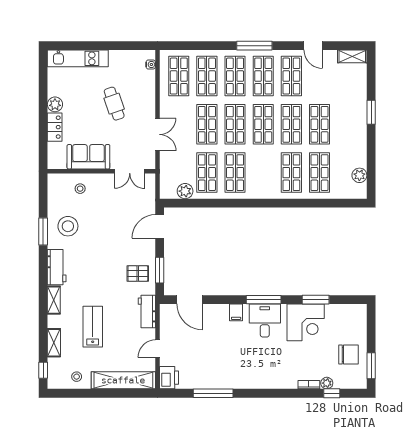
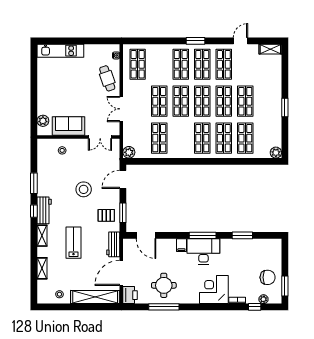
window: (254, 46) -> (196, 41), width x0.69
door: (313, 46) -> (241, 41), swing flipped
shop shelf: (207, 76) -> (159, 64), removed
plant: (55, 104) -> (43, 121), moved
cafe table: (114, 104) -> (107, 78), moved
window: (371, 112) -> (285, 107), moved
locker: (55, 127) -> (43, 103), removed
double door: (157, 134) -> (121, 109), swing flipped
shop shelf: (235, 173) -> (202, 138), moved
plant: (359, 175) -> (276, 153), moved
plant: (185, 191) -> (129, 152), moved
stool: (68, 226) -> (84, 189), moved
desk: (265, 321) -> (203, 251), width x1.37
corner desk: (306, 322) -> (214, 290), moved, turned 180
lab bench: (93, 327) -> (73, 243), moved
door: (157, 349) -> (121, 273), width x1.88
round table: (213, 365) -> (164, 285), added
window: (43, 370) -> (34, 211), moved
plant: (327, 383) -> (263, 299), moved

